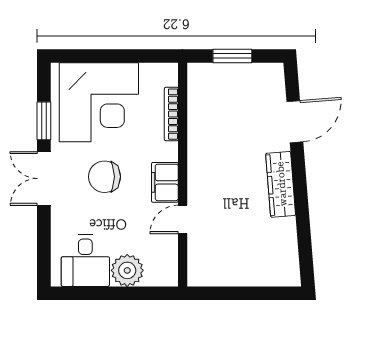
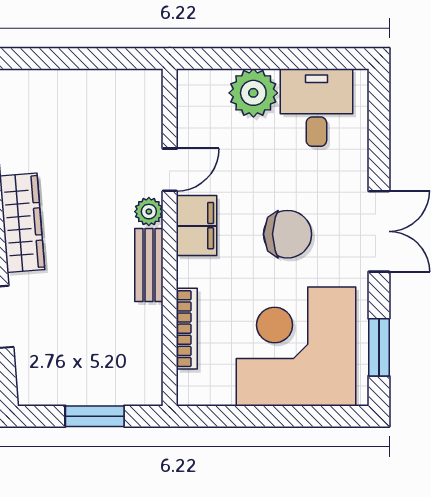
window: (44, 121) -> (379, 347), moved
bench: (196, 156) -> (149, 265), added
plant: (197, 192) -> (149, 212), added

